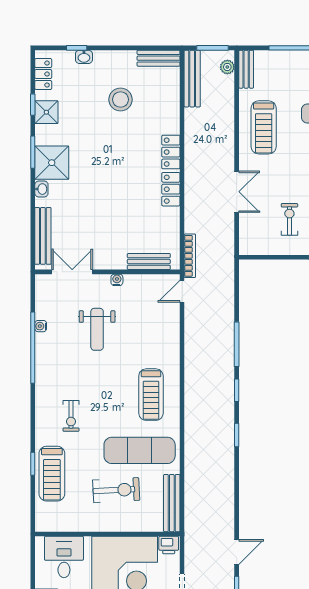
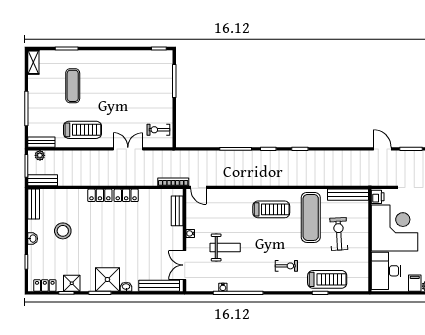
washbasin: (84, 57) -> (33, 239), moved
bench: (192, 79) -> (43, 180), width x0.73
exercise bike: (289, 219) -> (158, 130), moved
desk: (64, 557) -> (386, 271), width x1.37

